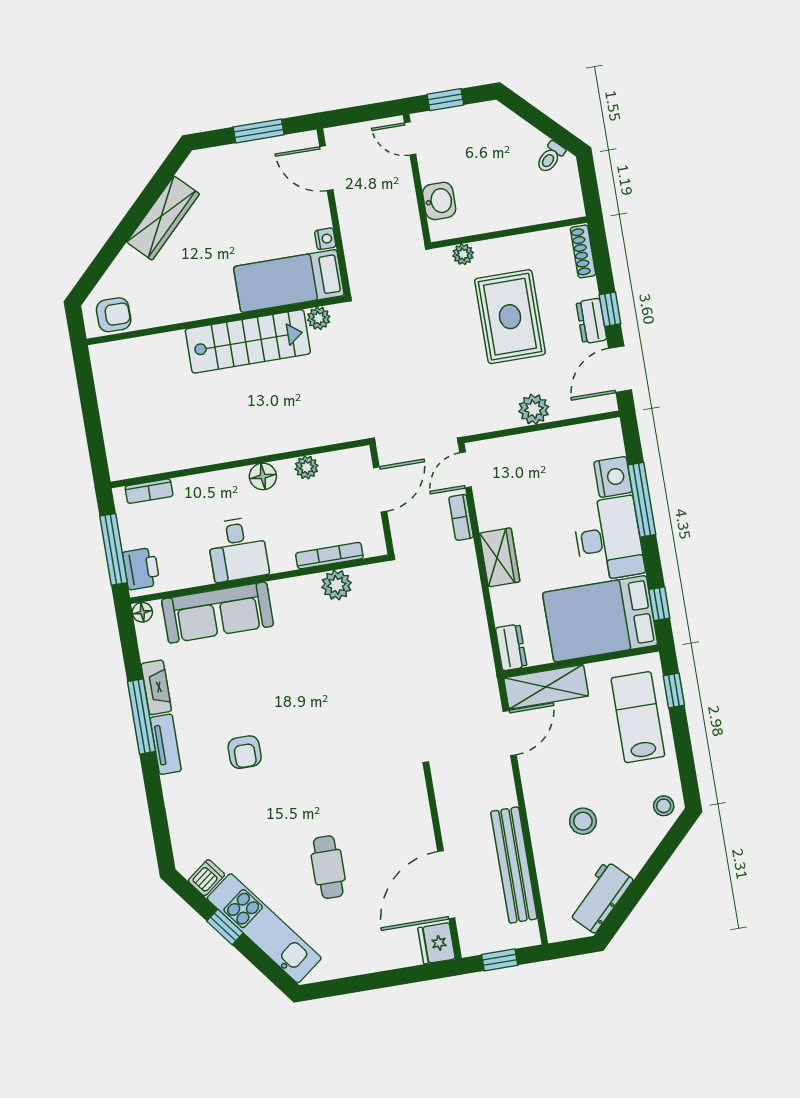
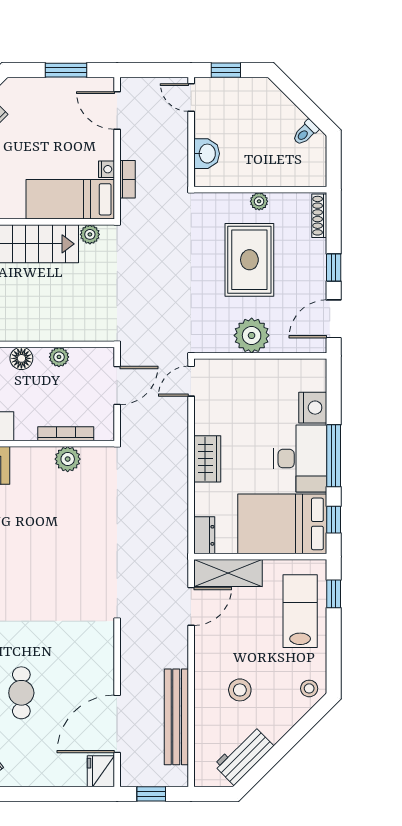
plant: (463, 254) -> (259, 201), moved
dresser: (591, 321) -> (317, 275), removed
plant: (534, 409) -> (252, 335), width x1.36, depth x1.36
window: (642, 500) -> (334, 456), moved
bookcase: (461, 517) -> (127, 179), moved, turned 180

